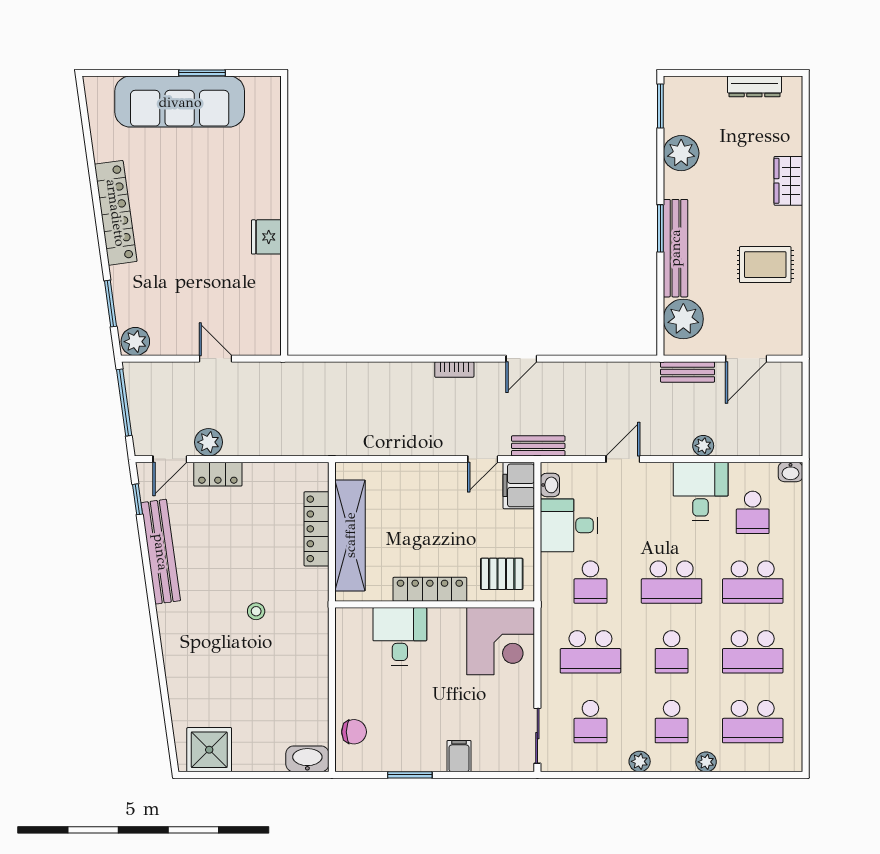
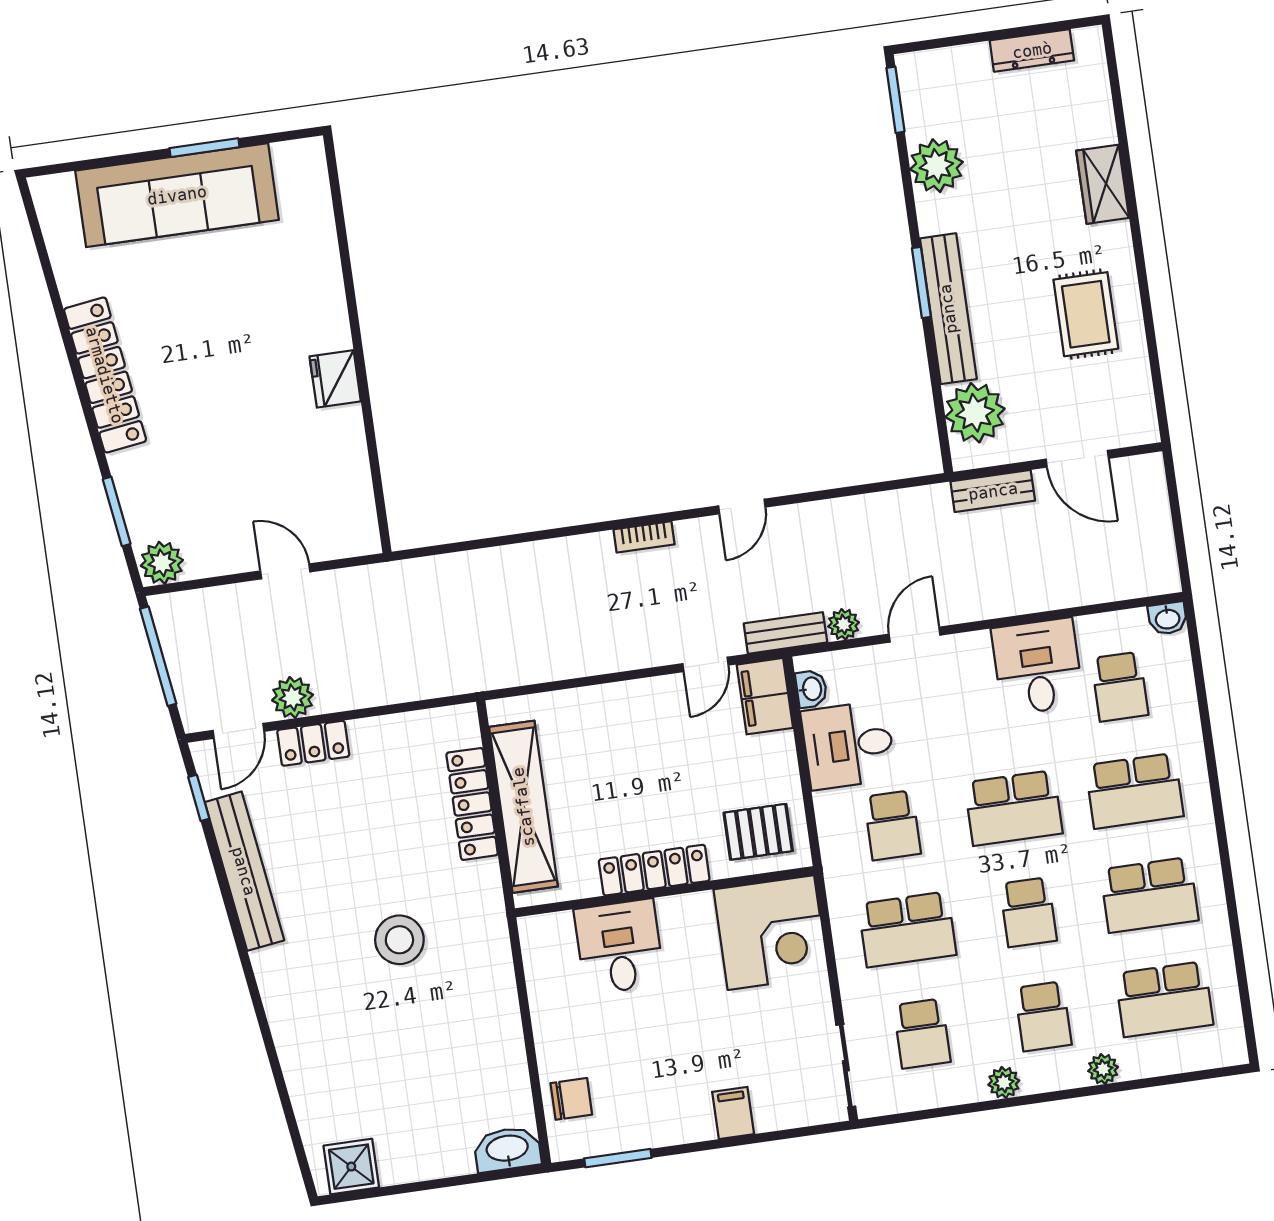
rug: (765, 265) -> (1086, 314), turned 90
door: (746, 359) -> (1077, 459), hinge flipped
plant: (703, 446) -> (844, 624), moved
stool: (256, 611) -> (399, 940), width x1.89, depth x1.89
shower: (209, 750) -> (351, 1167), width x0.73, depth x0.73
window: (410, 775) -> (618, 1158), moved

